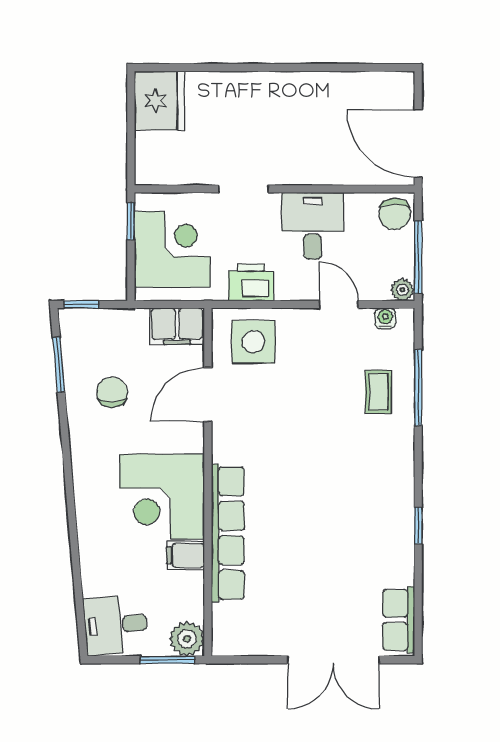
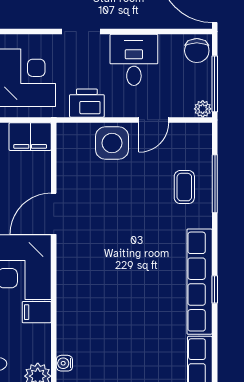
door: (338, 304) -> (154, 120), swing flipped
water cooler: (385, 318) -> (64, 363), moved, turned -90
side table: (253, 342) -> (112, 143), moved
door: (208, 395) -> (54, 214), moved
row of seats: (228, 533) -> (200, 282), moved, turned 180

